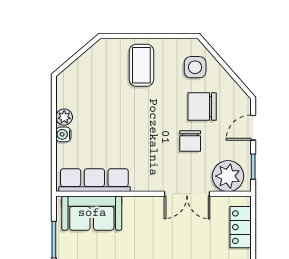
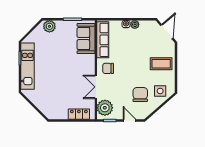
door: (78, 54) -> (167, 32), added
chair: (190, 141) -> (108, 68), moved

